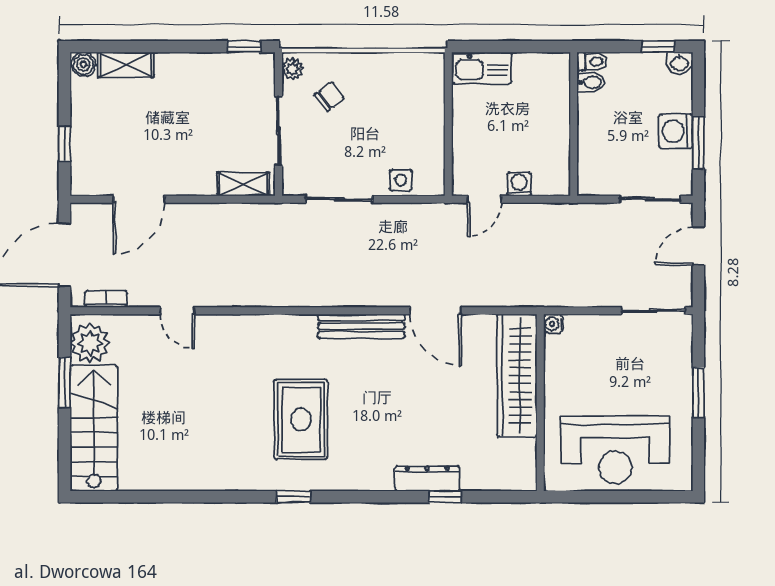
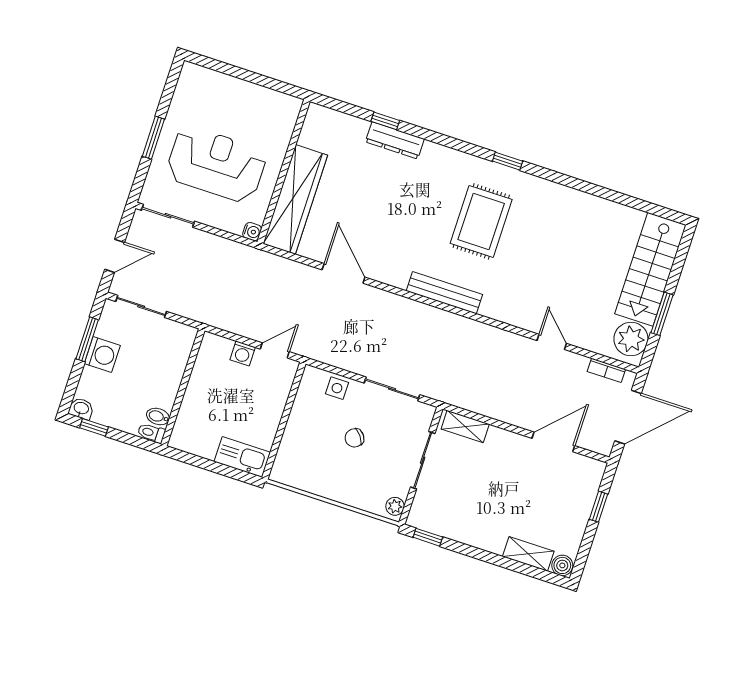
chair: (329, 96) -> (355, 438), moved
bench: (361, 326) -> (444, 293), moved
reception desk: (615, 450) -> (216, 164), moved

